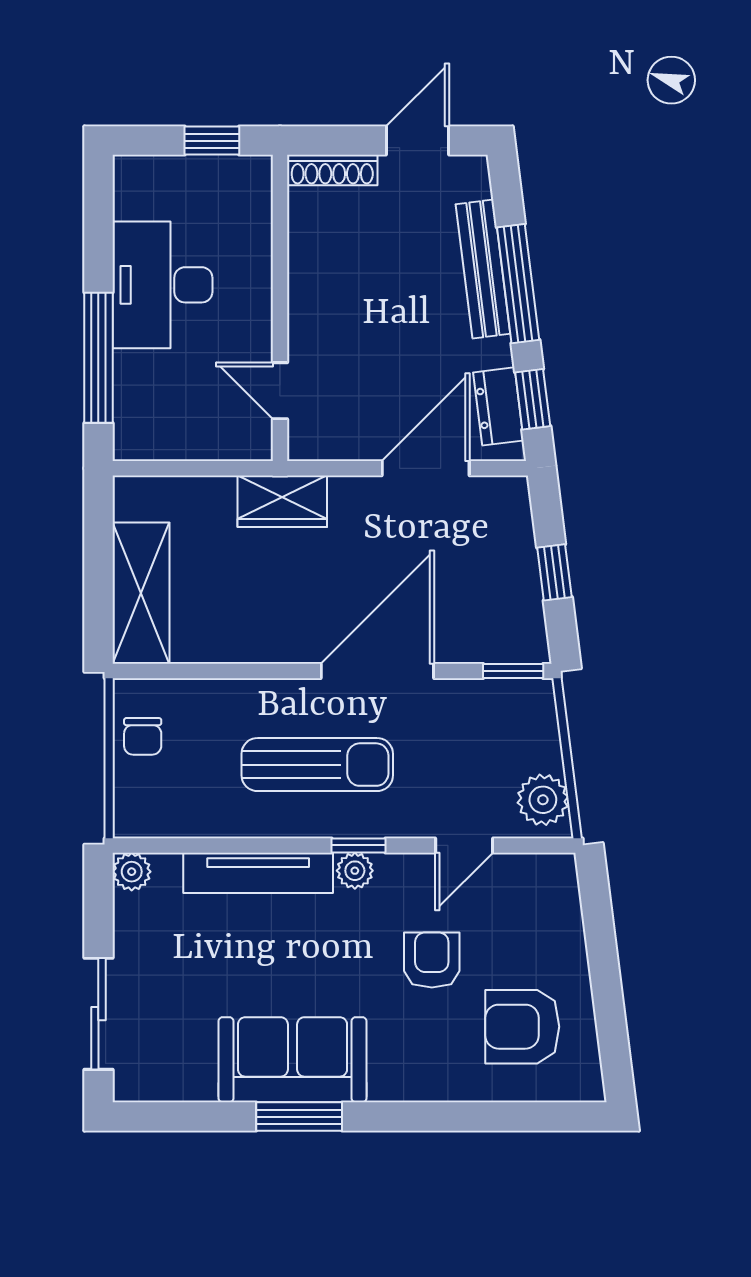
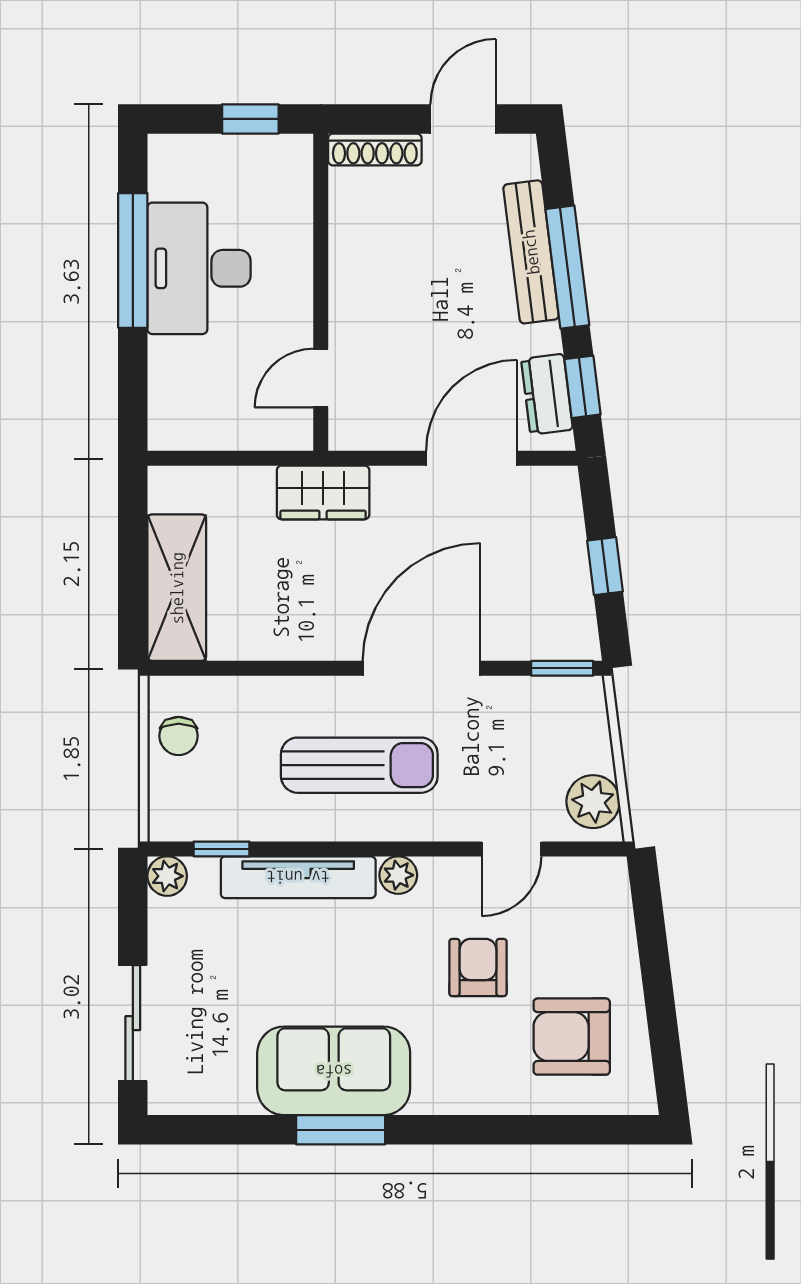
window: (98, 358) -> (133, 260), moved
door: (280, 391) -> (321, 378), hinge flipped
window: (358, 845) -> (222, 849), moved

